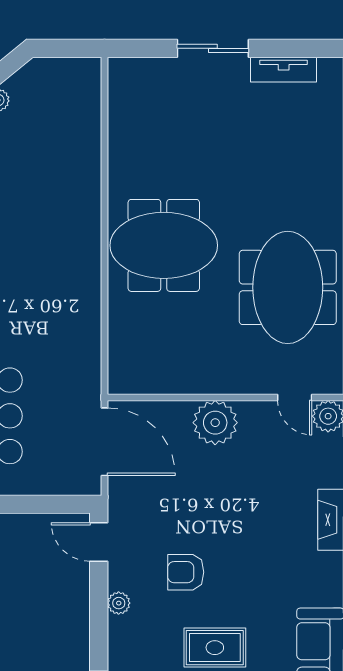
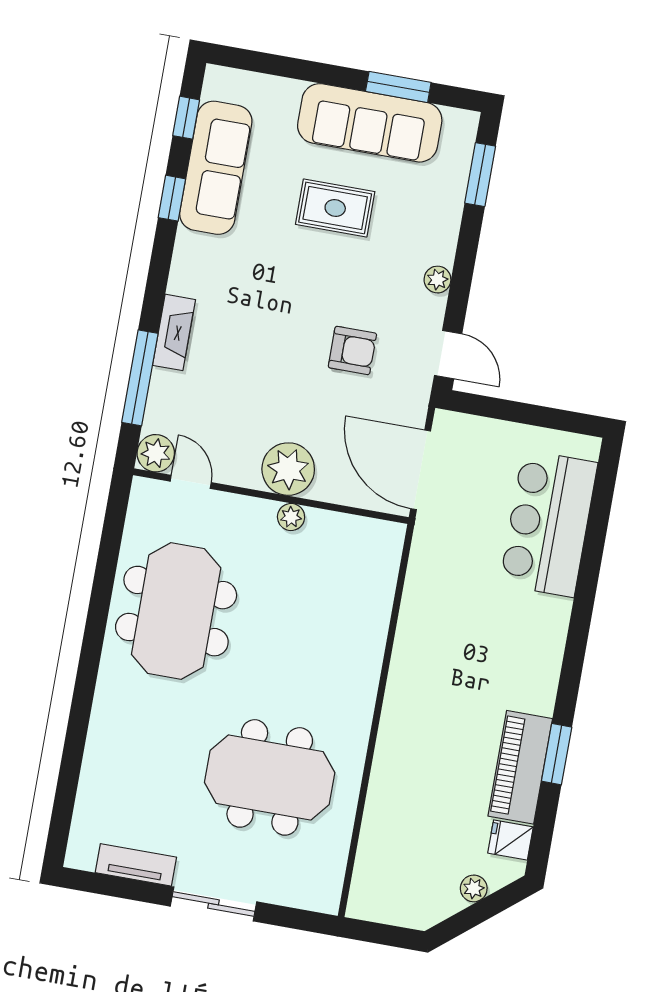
meeting table: (164, 245) -> (270, 777), moved
plant: (206, 383) -> (291, 517), added
armchair: (186, 572) -> (352, 350), moved

